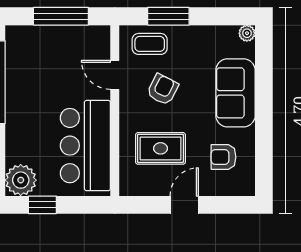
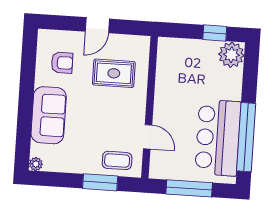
armchair: (163, 89) -> (109, 122), removed
bar counter: (85, 146) -> (218, 138), moved, turned 180

